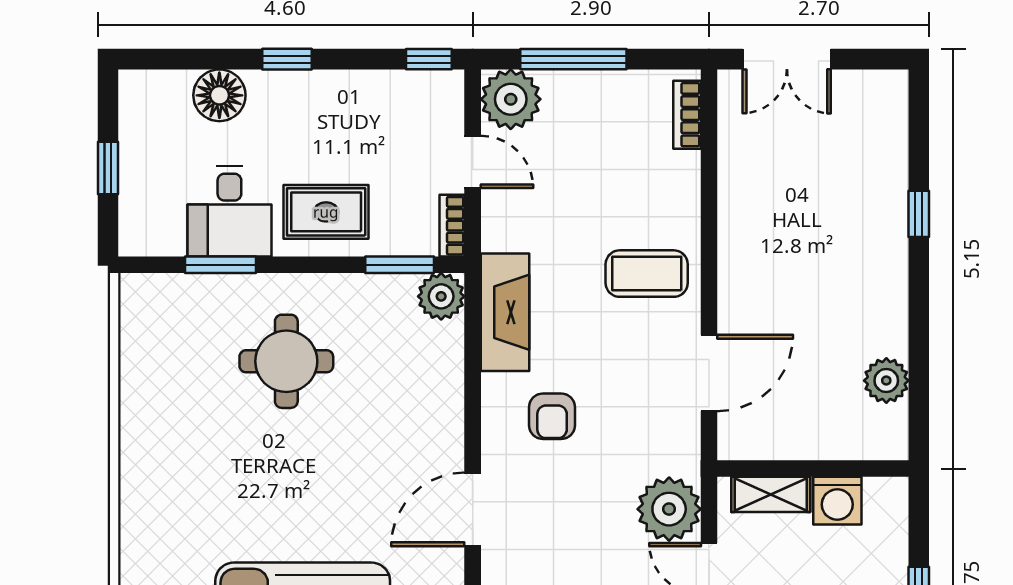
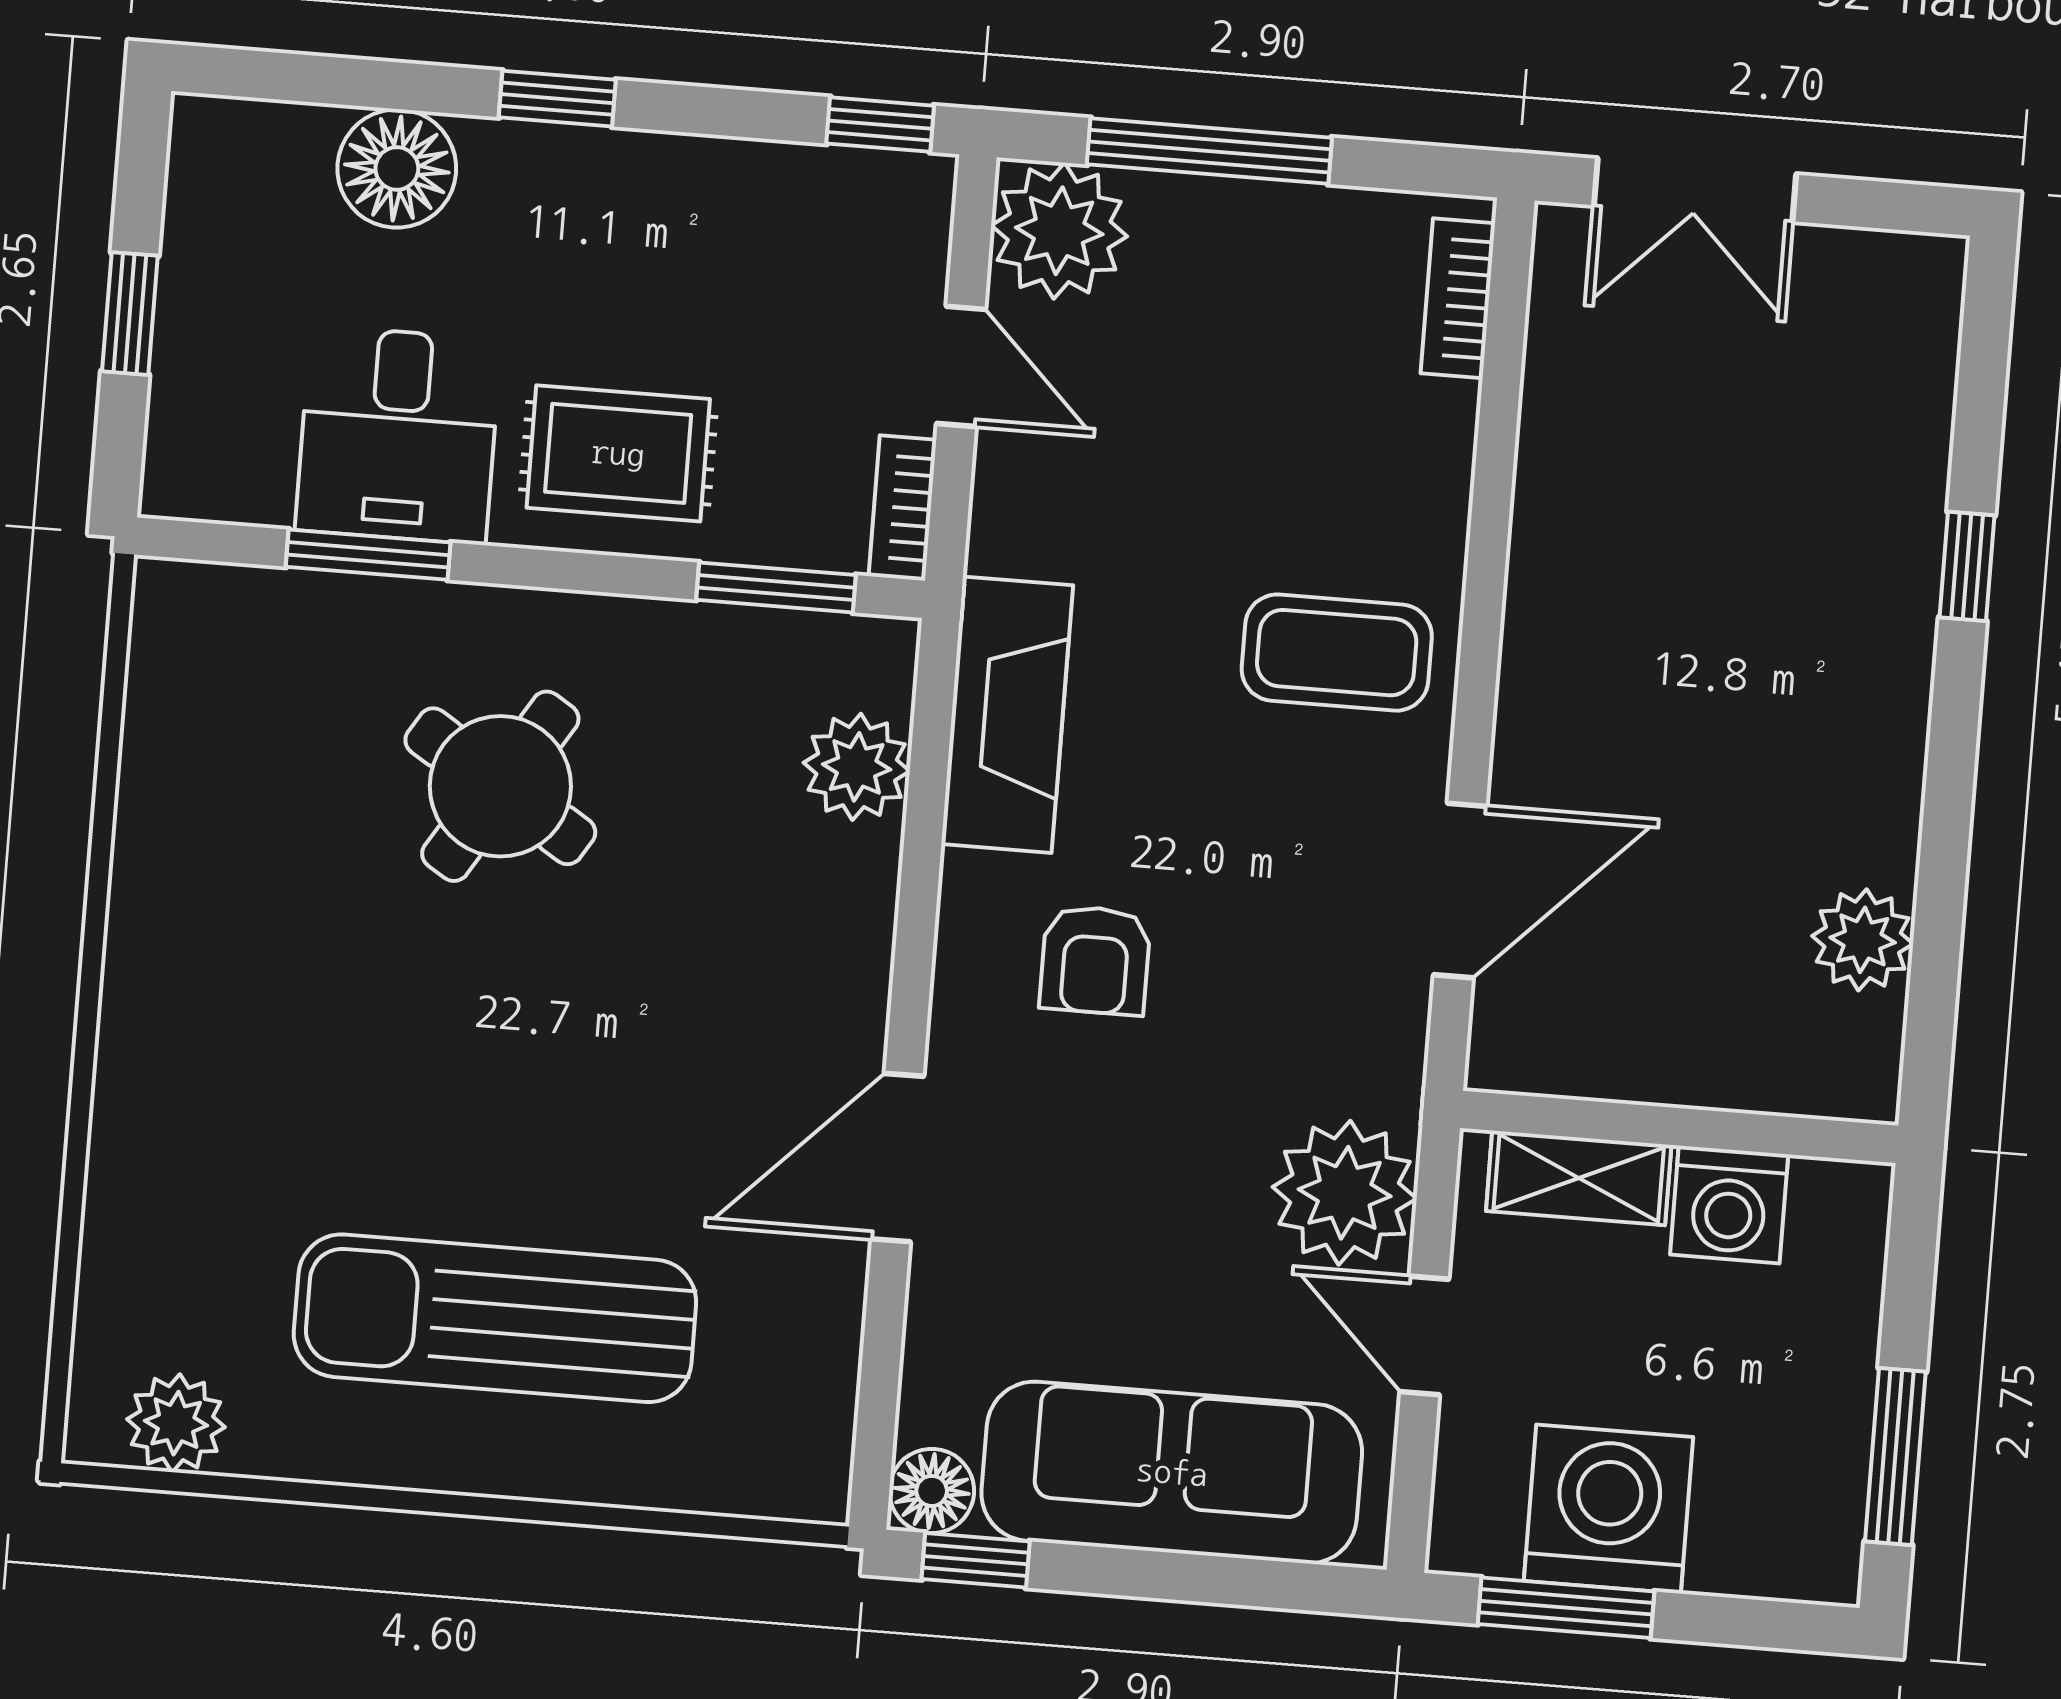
plant: (441, 296) -> (857, 767), moved
round table: (286, 361) -> (500, 786), turned 32

